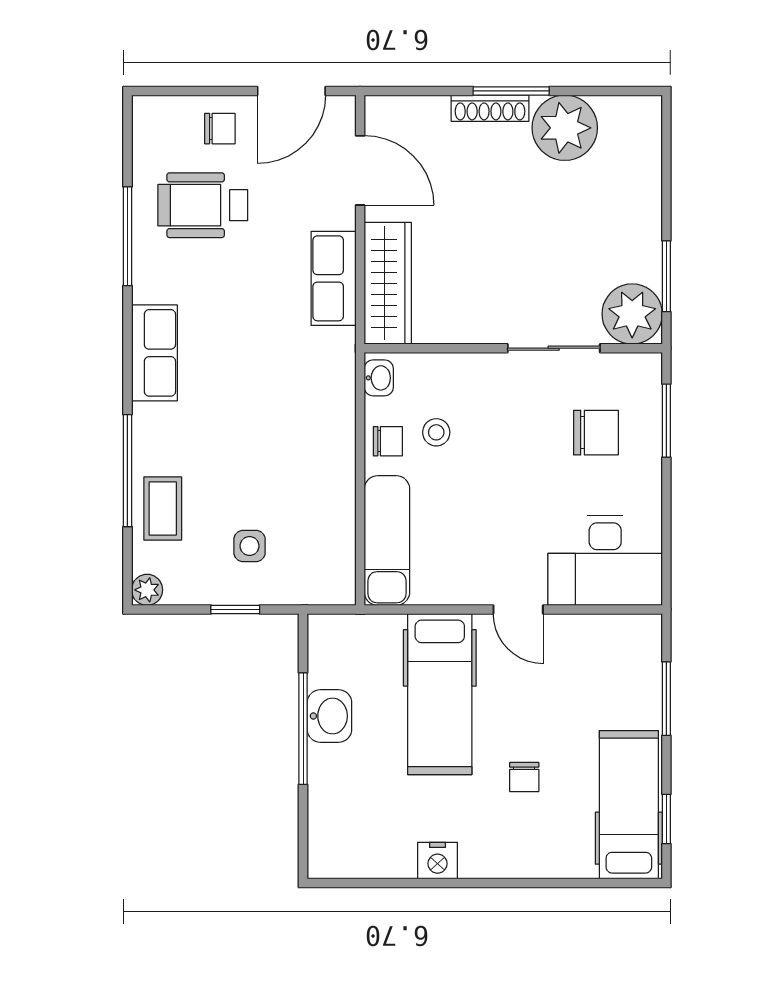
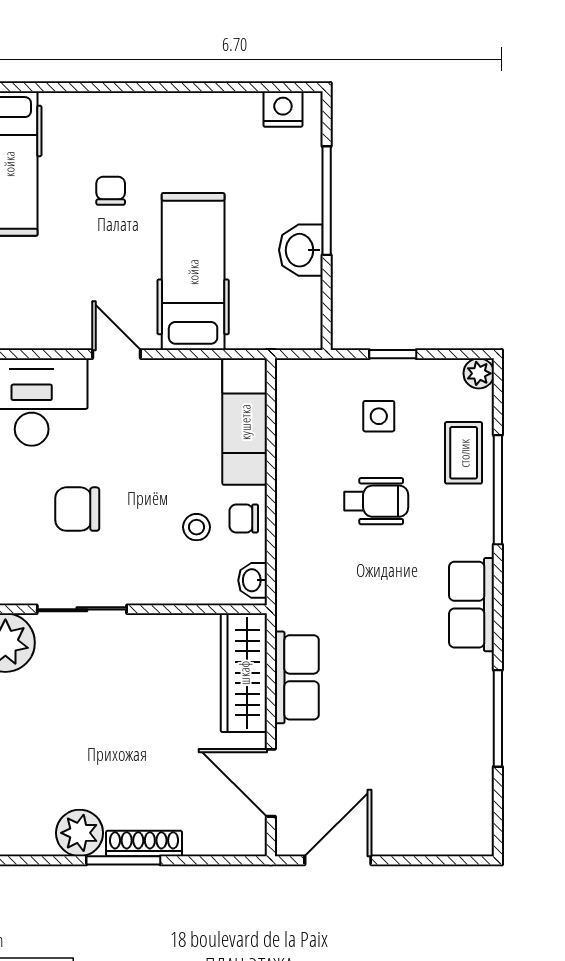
plant: (565, 128) -> (80, 833), width x0.73, depth x0.73
chair: (220, 129) -> (408, 824), removed
wheelchair: (203, 205) -> (376, 501), moved, width x0.73, depth x0.73
chair: (596, 433) -> (77, 509), moved
window: (303, 729) -> (327, 201), moved
nightstand: (438, 861) -> (283, 109), moved

